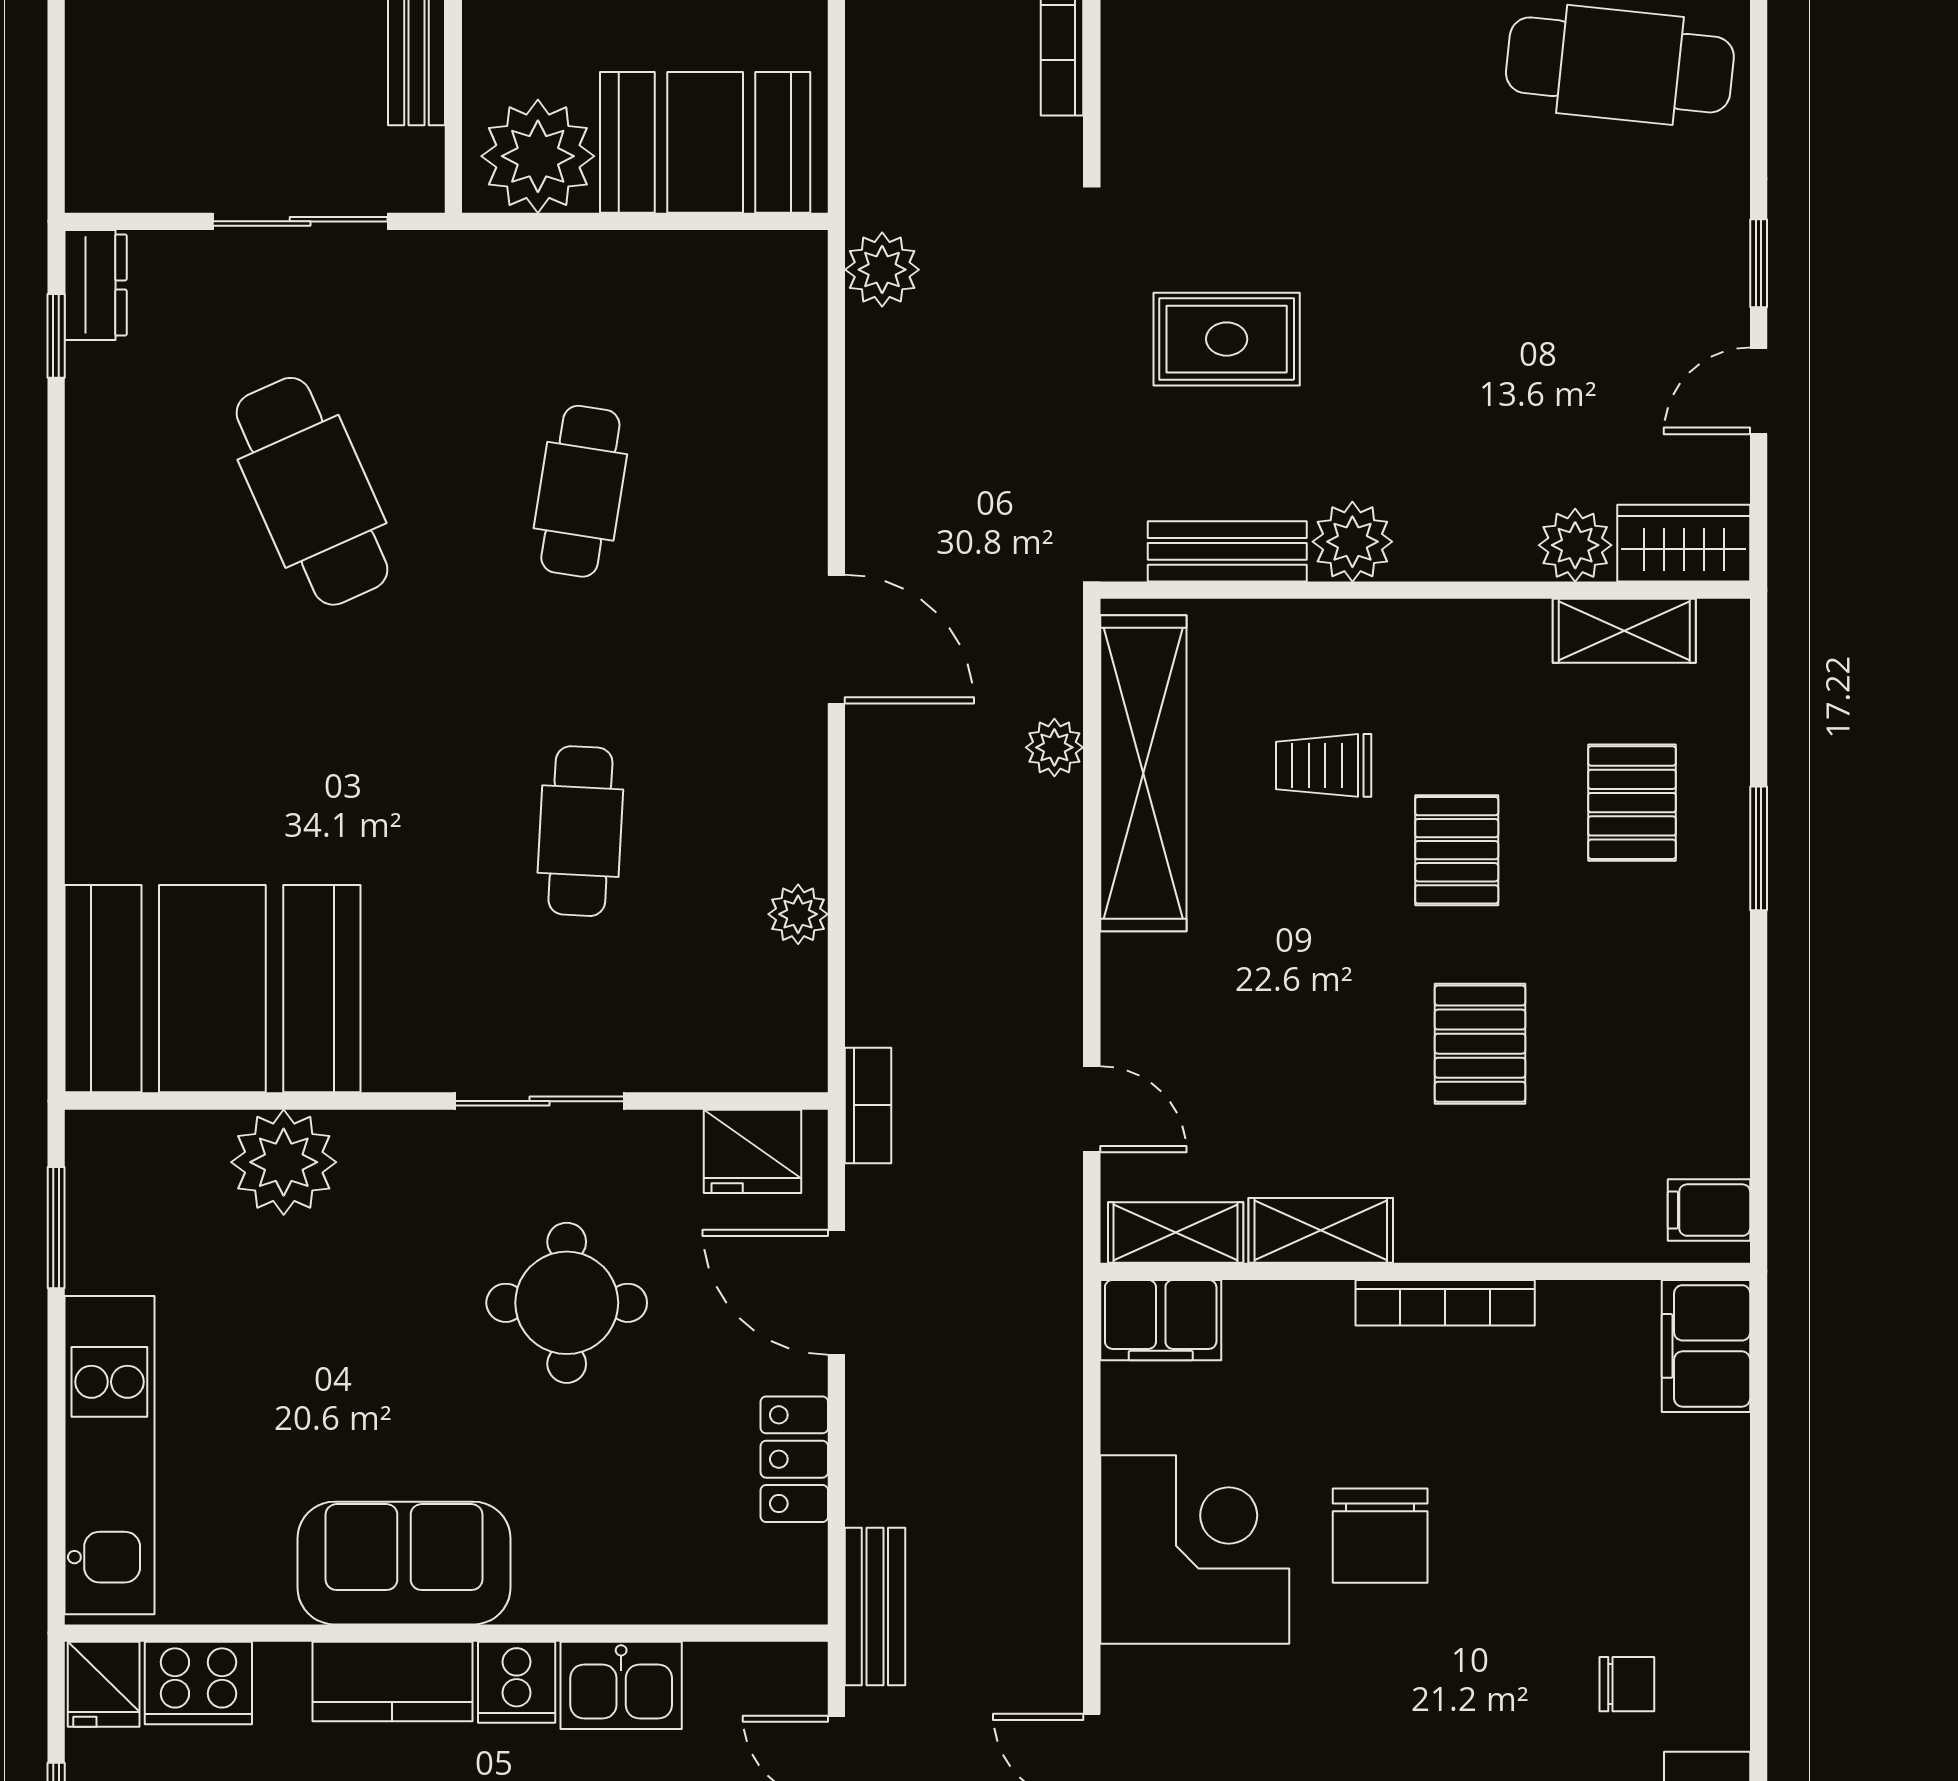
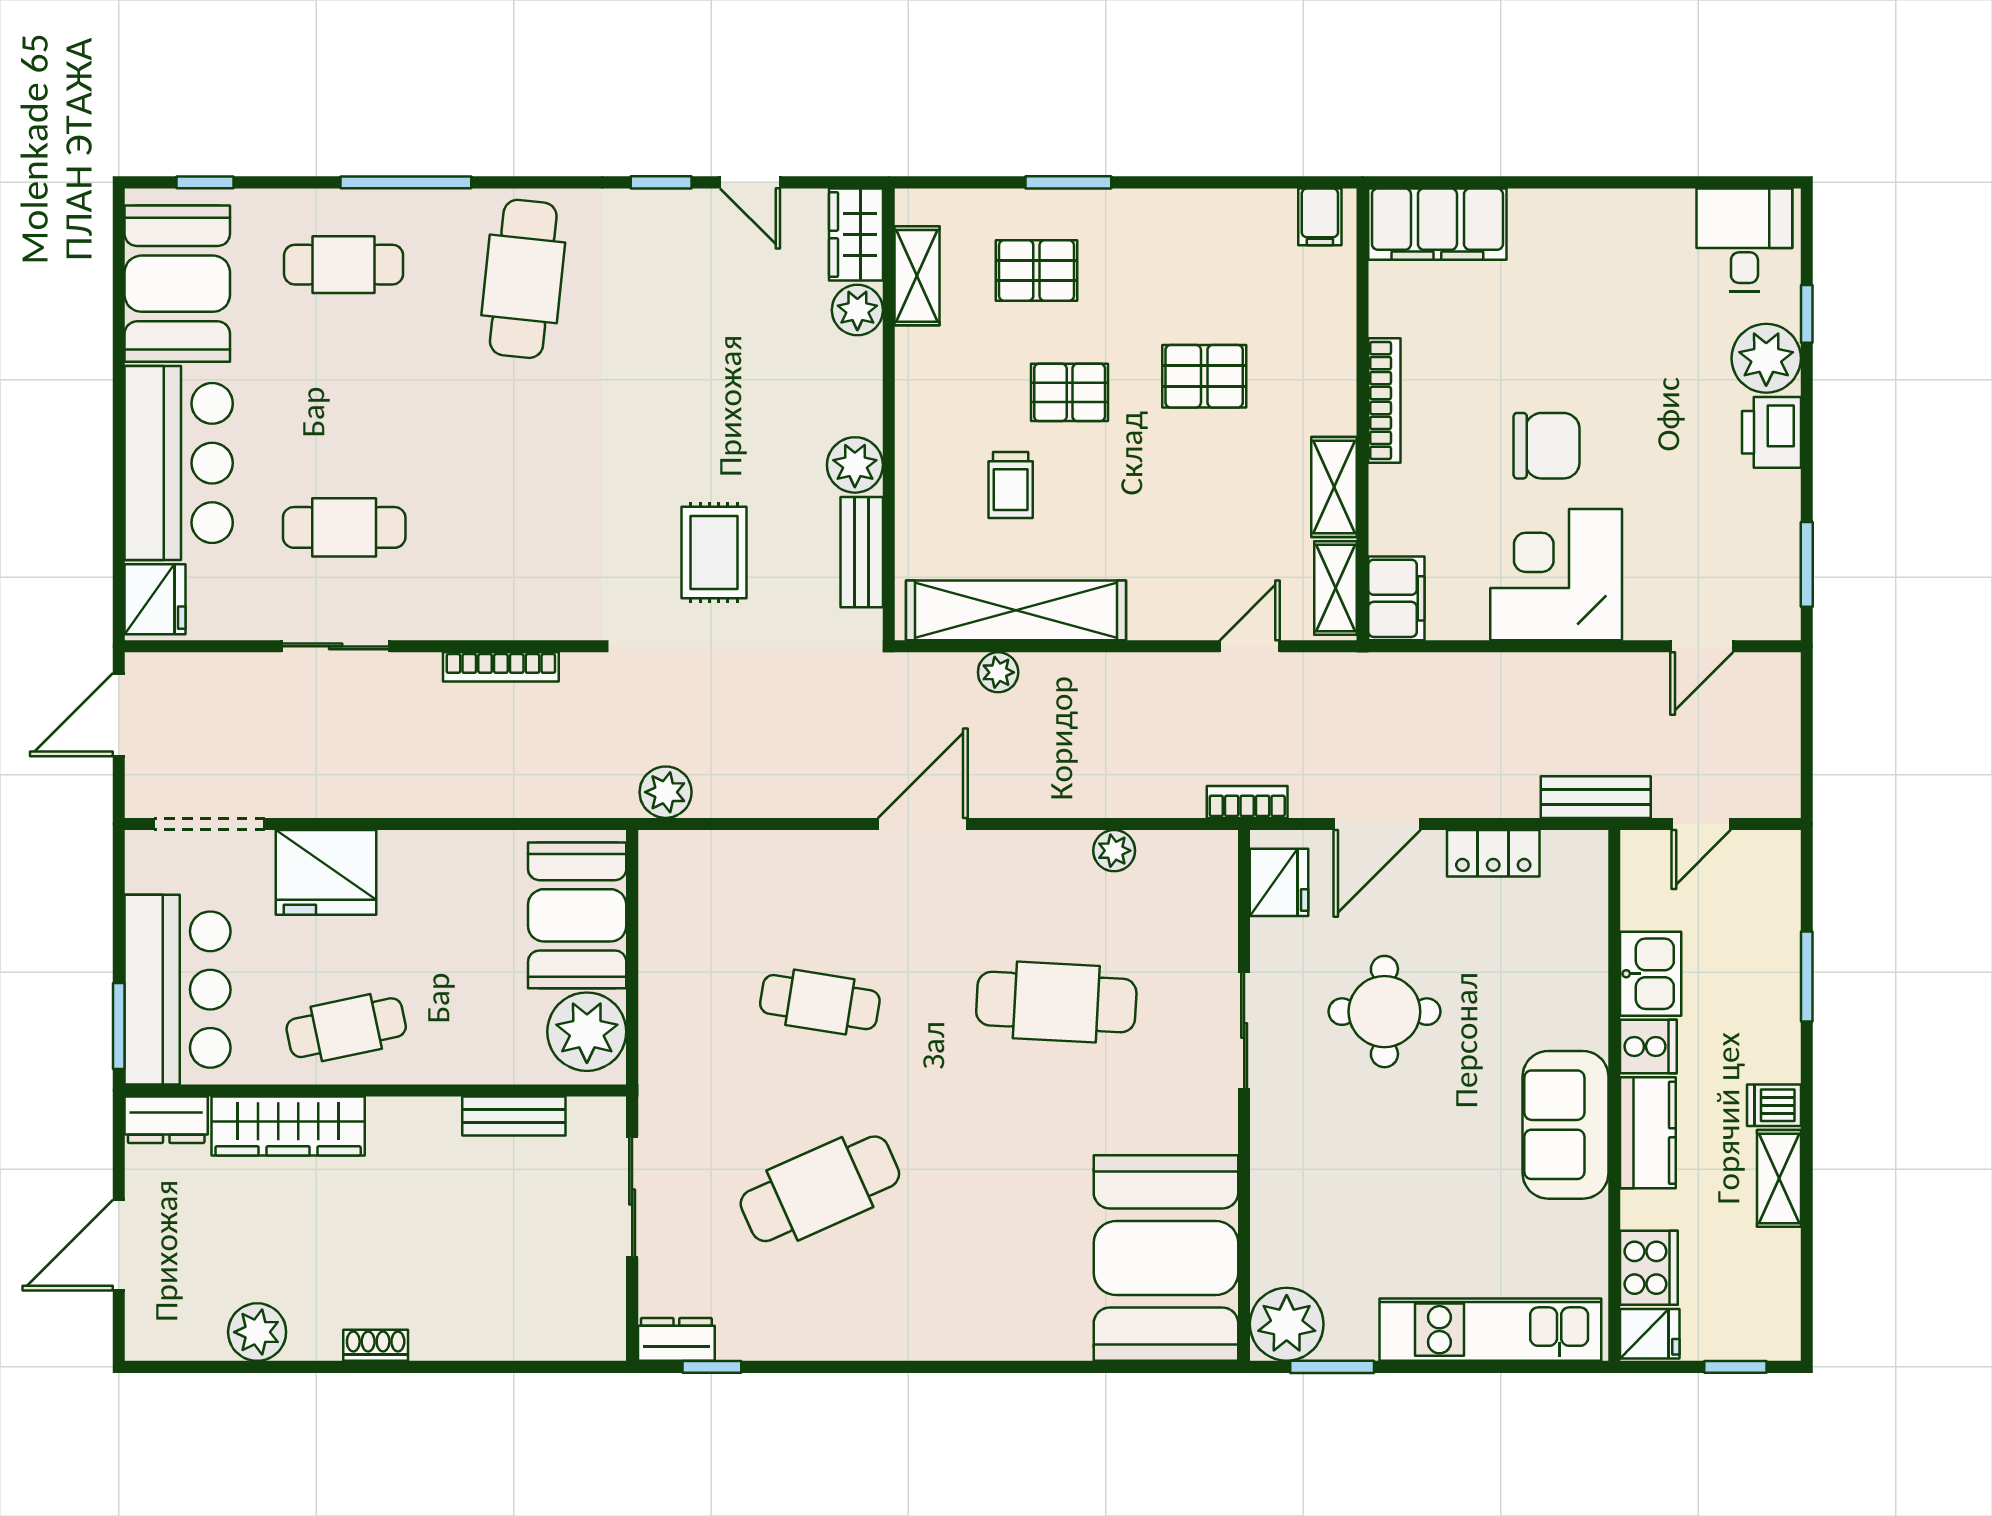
cafe table: (580, 831) -> (1056, 1002), width x1.37, depth x1.35
plant: (284, 1162) -> (1287, 1324), moved
filing cabinet: (1706, 1346) -> (1437, 224), width x1.50, depth x1.17
chair: (1627, 1684) -> (1650, 274), removed

